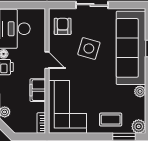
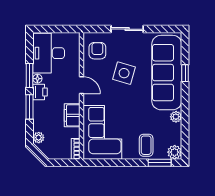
coffee table: (111, 120) -> (146, 145), turned 90

